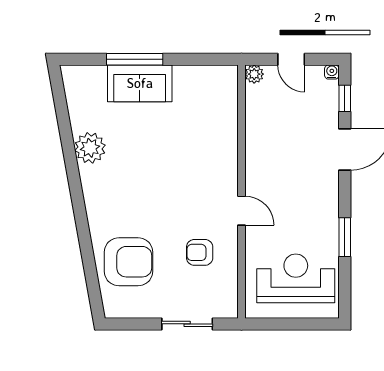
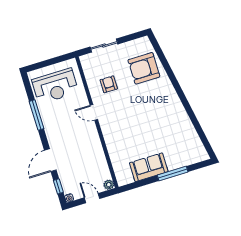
sofa: (140, 83) -> (149, 167), moved
plant: (90, 148) -> (182, 121), removed
window: (345, 237) -> (36, 115), width x1.44
armchair: (200, 252) -> (109, 84), turned -90

